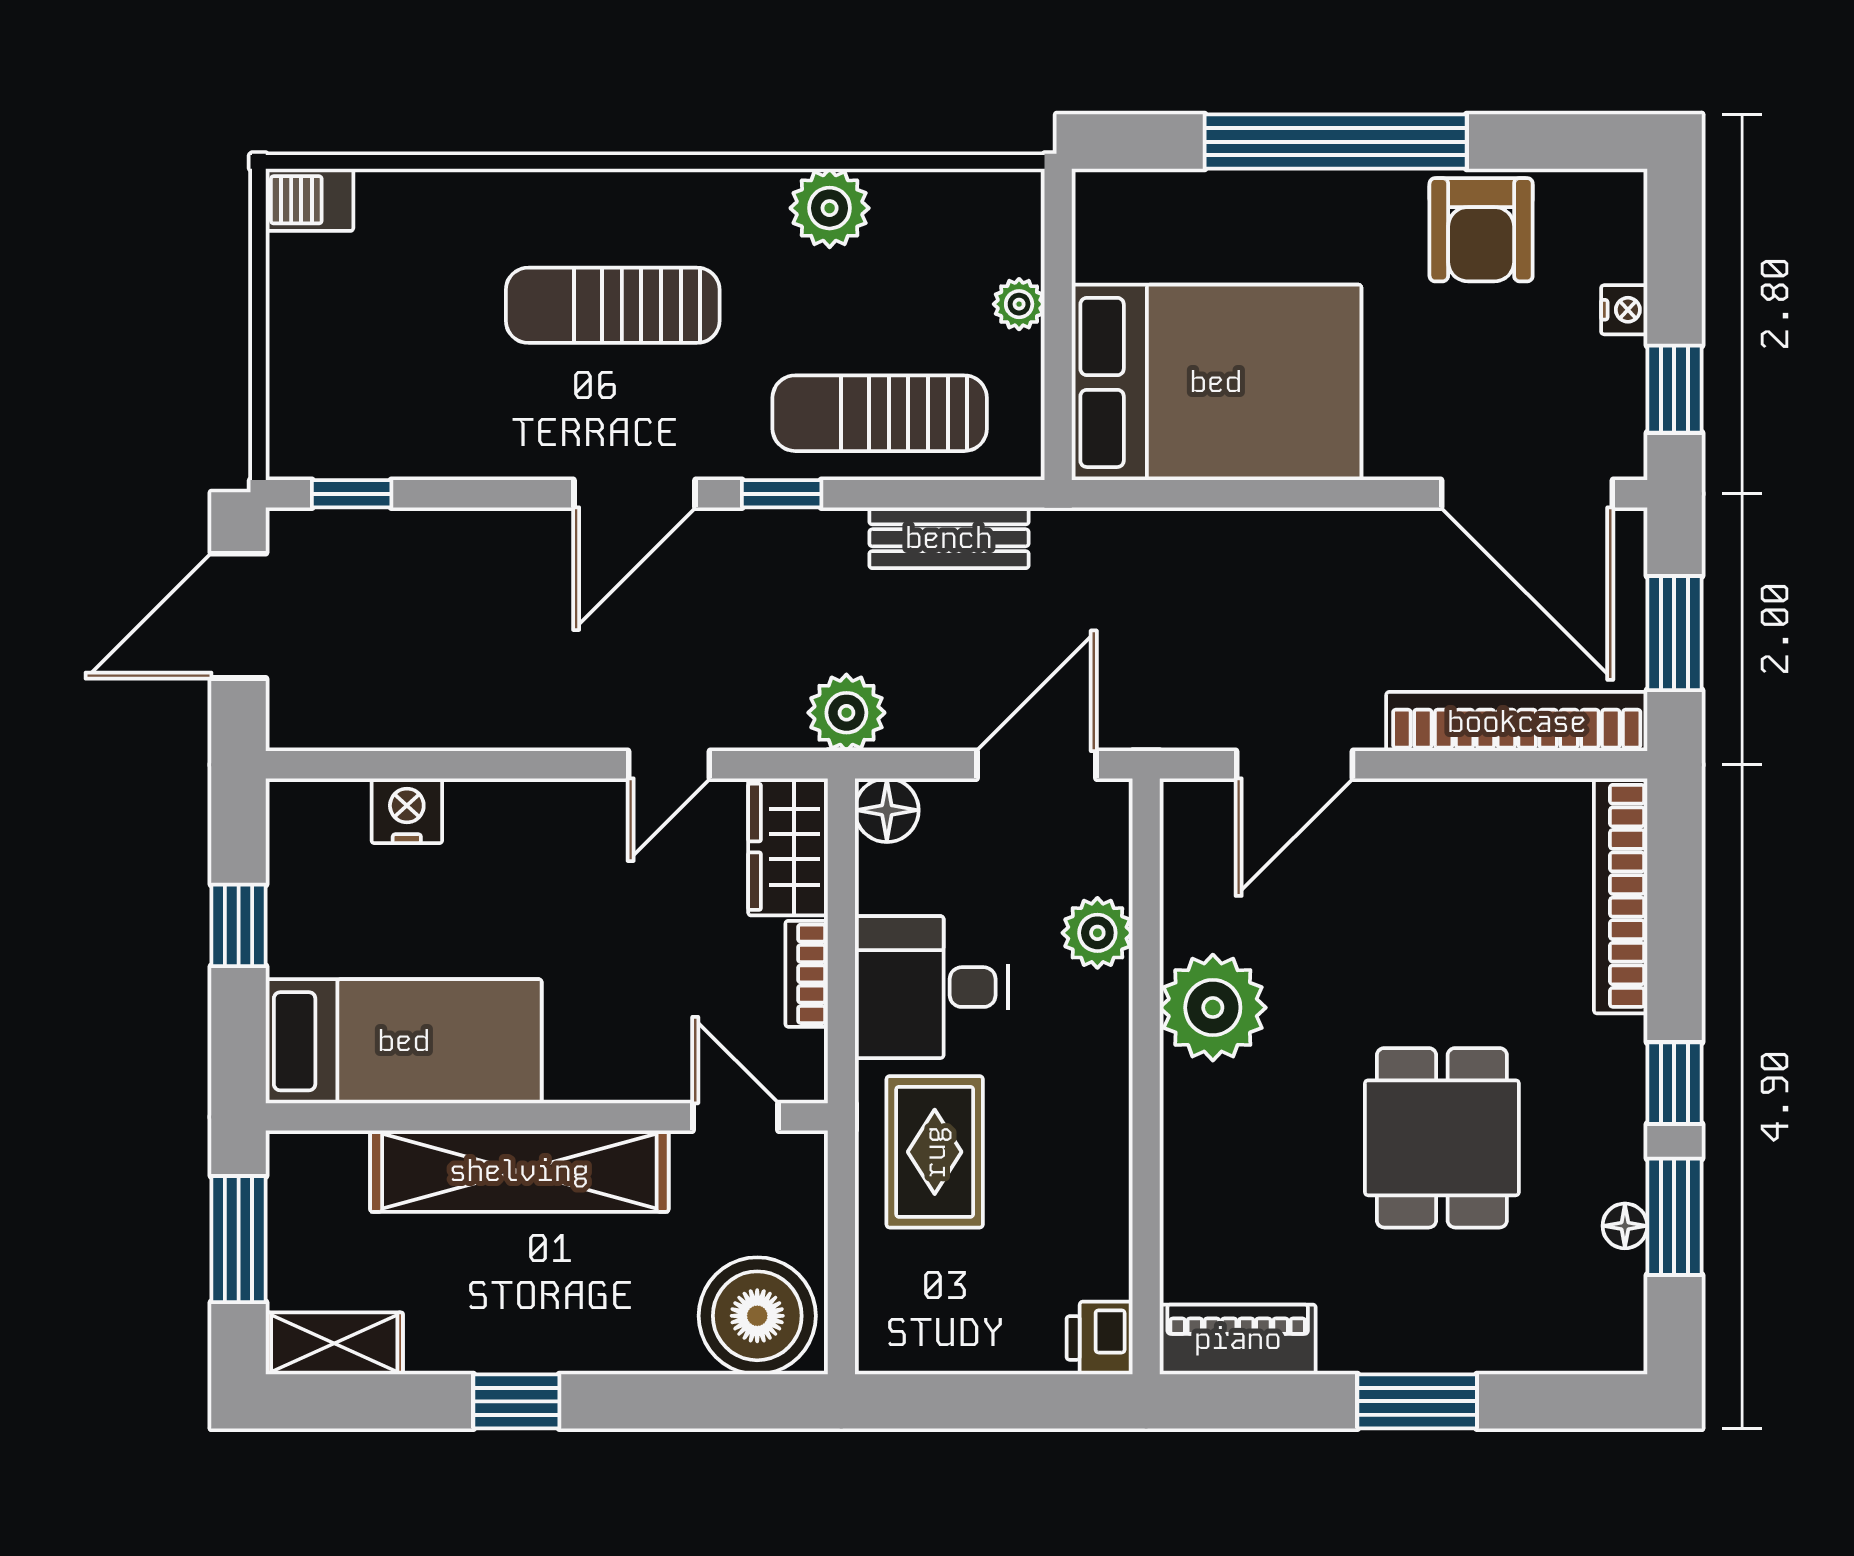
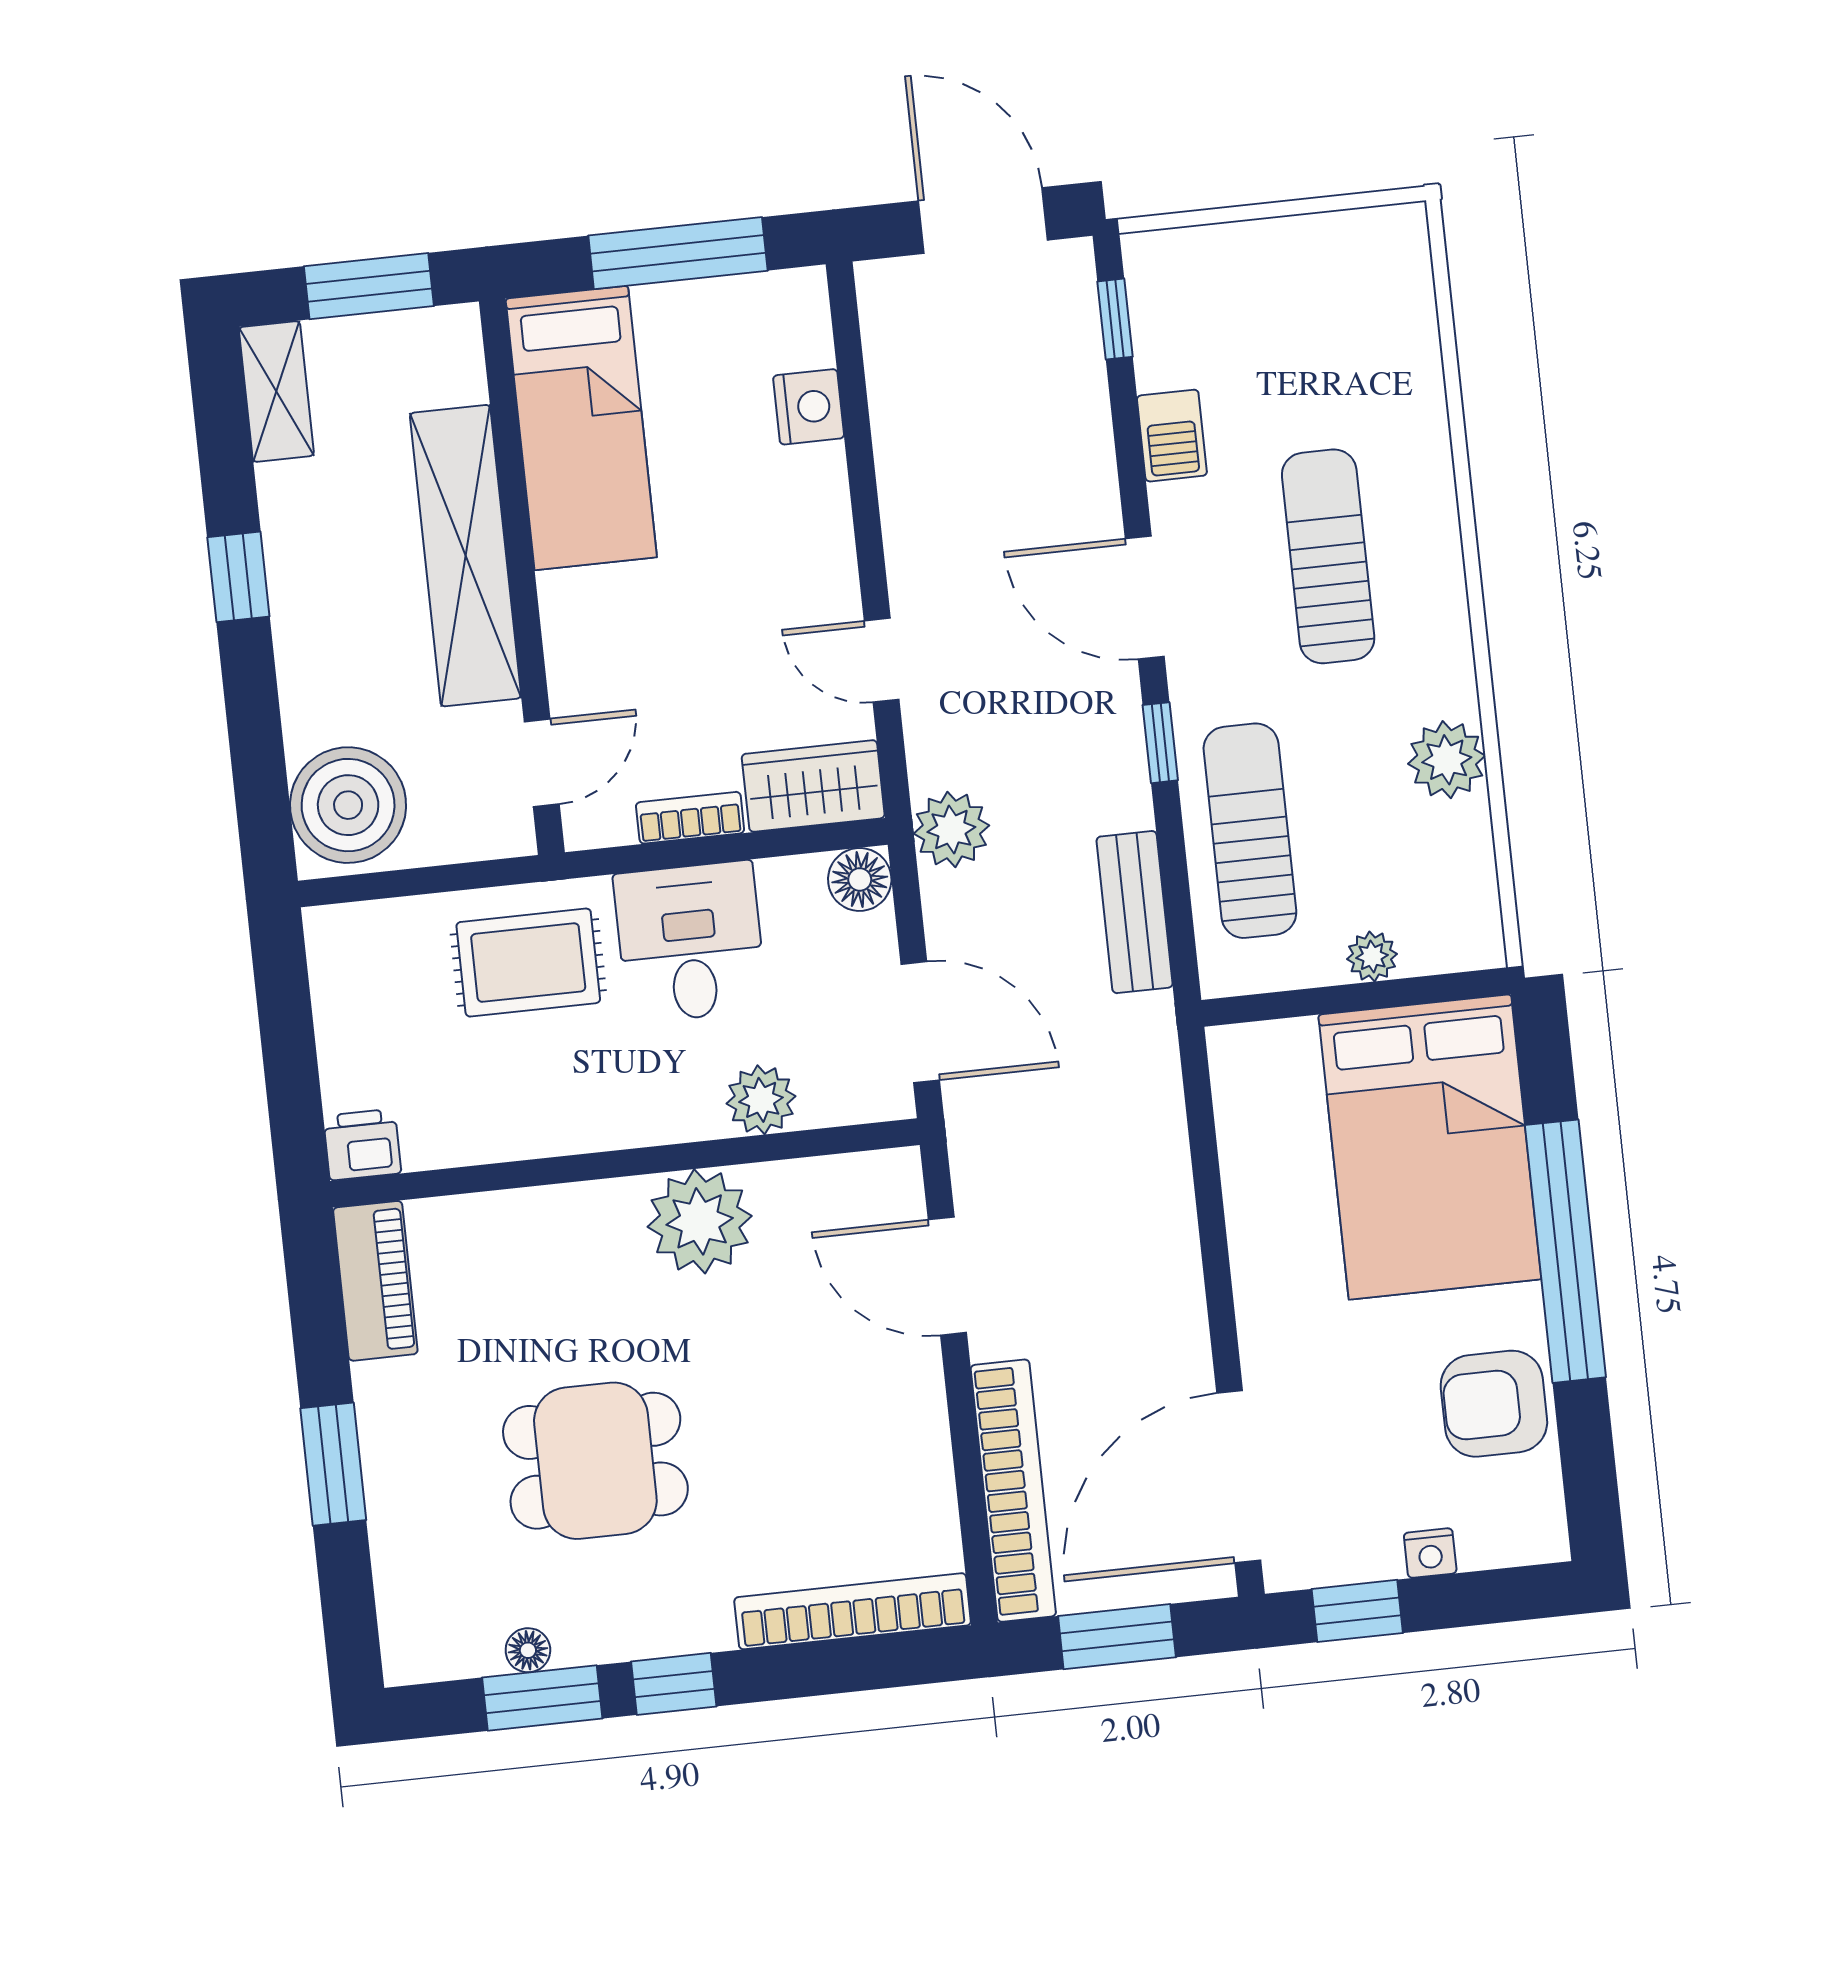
barbecue: (309, 200) -> (1172, 436), moved, turned 180
bed: (1216, 382) -> (1430, 1147), moved
window: (239, 925) -> (678, 253), width x2.17

